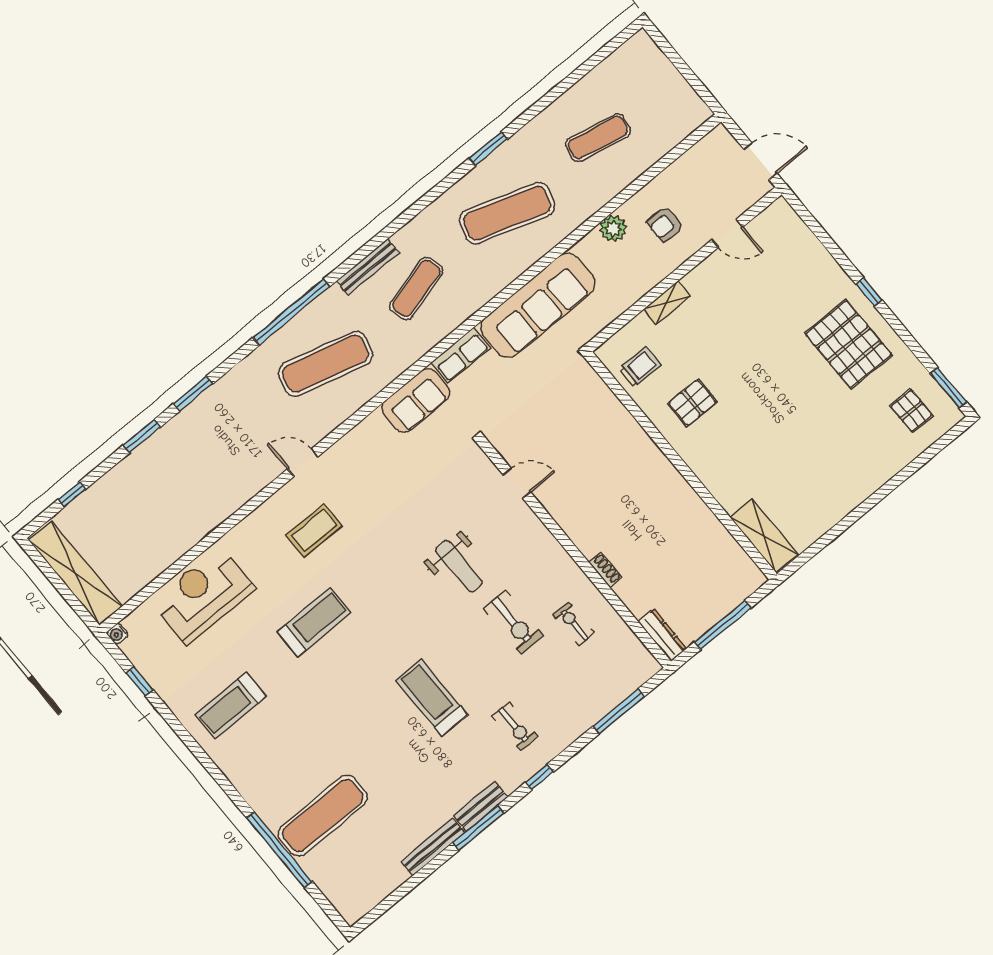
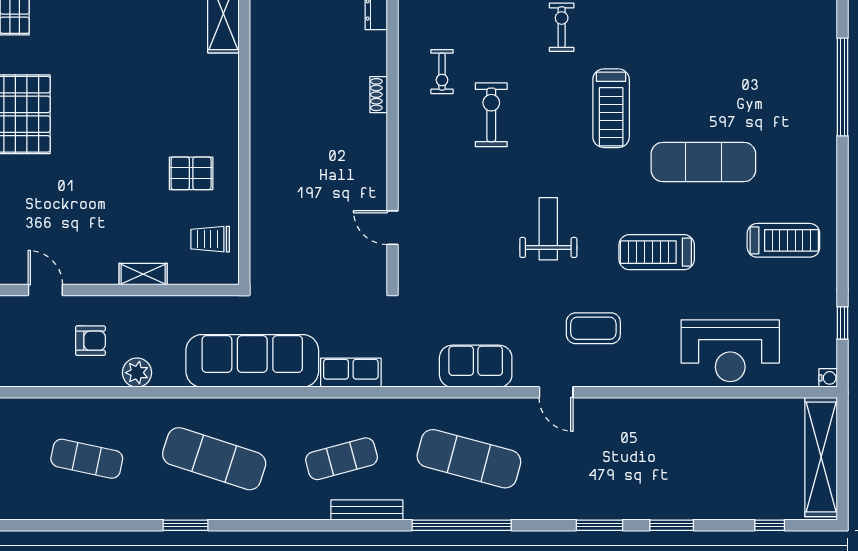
sofa: (416, 400) -> (476, 366), moved
weight bench: (459, 566) -> (548, 229), moved
exercise mat: (323, 816) -> (703, 162), moved

